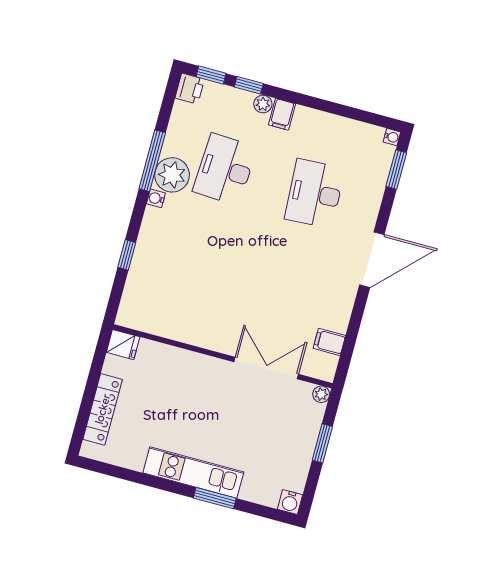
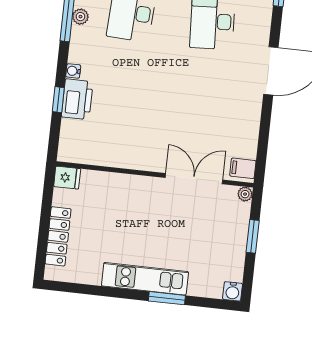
plant: (172, 175) -> (80, 17), width x0.53, depth x0.53
water cooler: (156, 198) -> (73, 71), moved
printer: (148, 258) -> (77, 99), added
filing cabinet: (329, 342) -> (243, 168), moved

